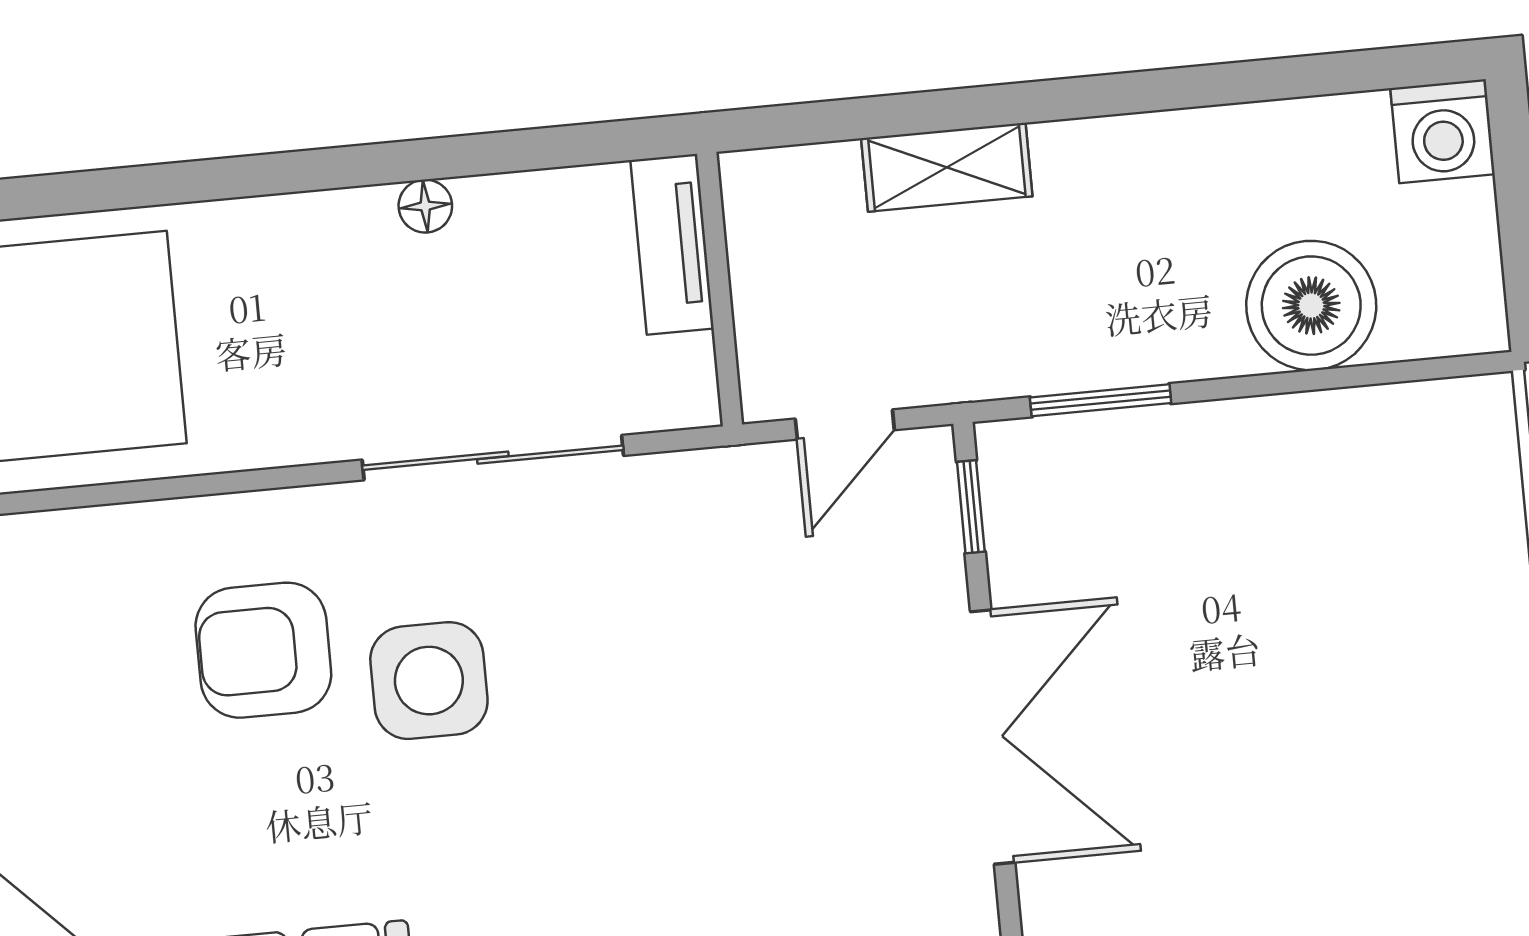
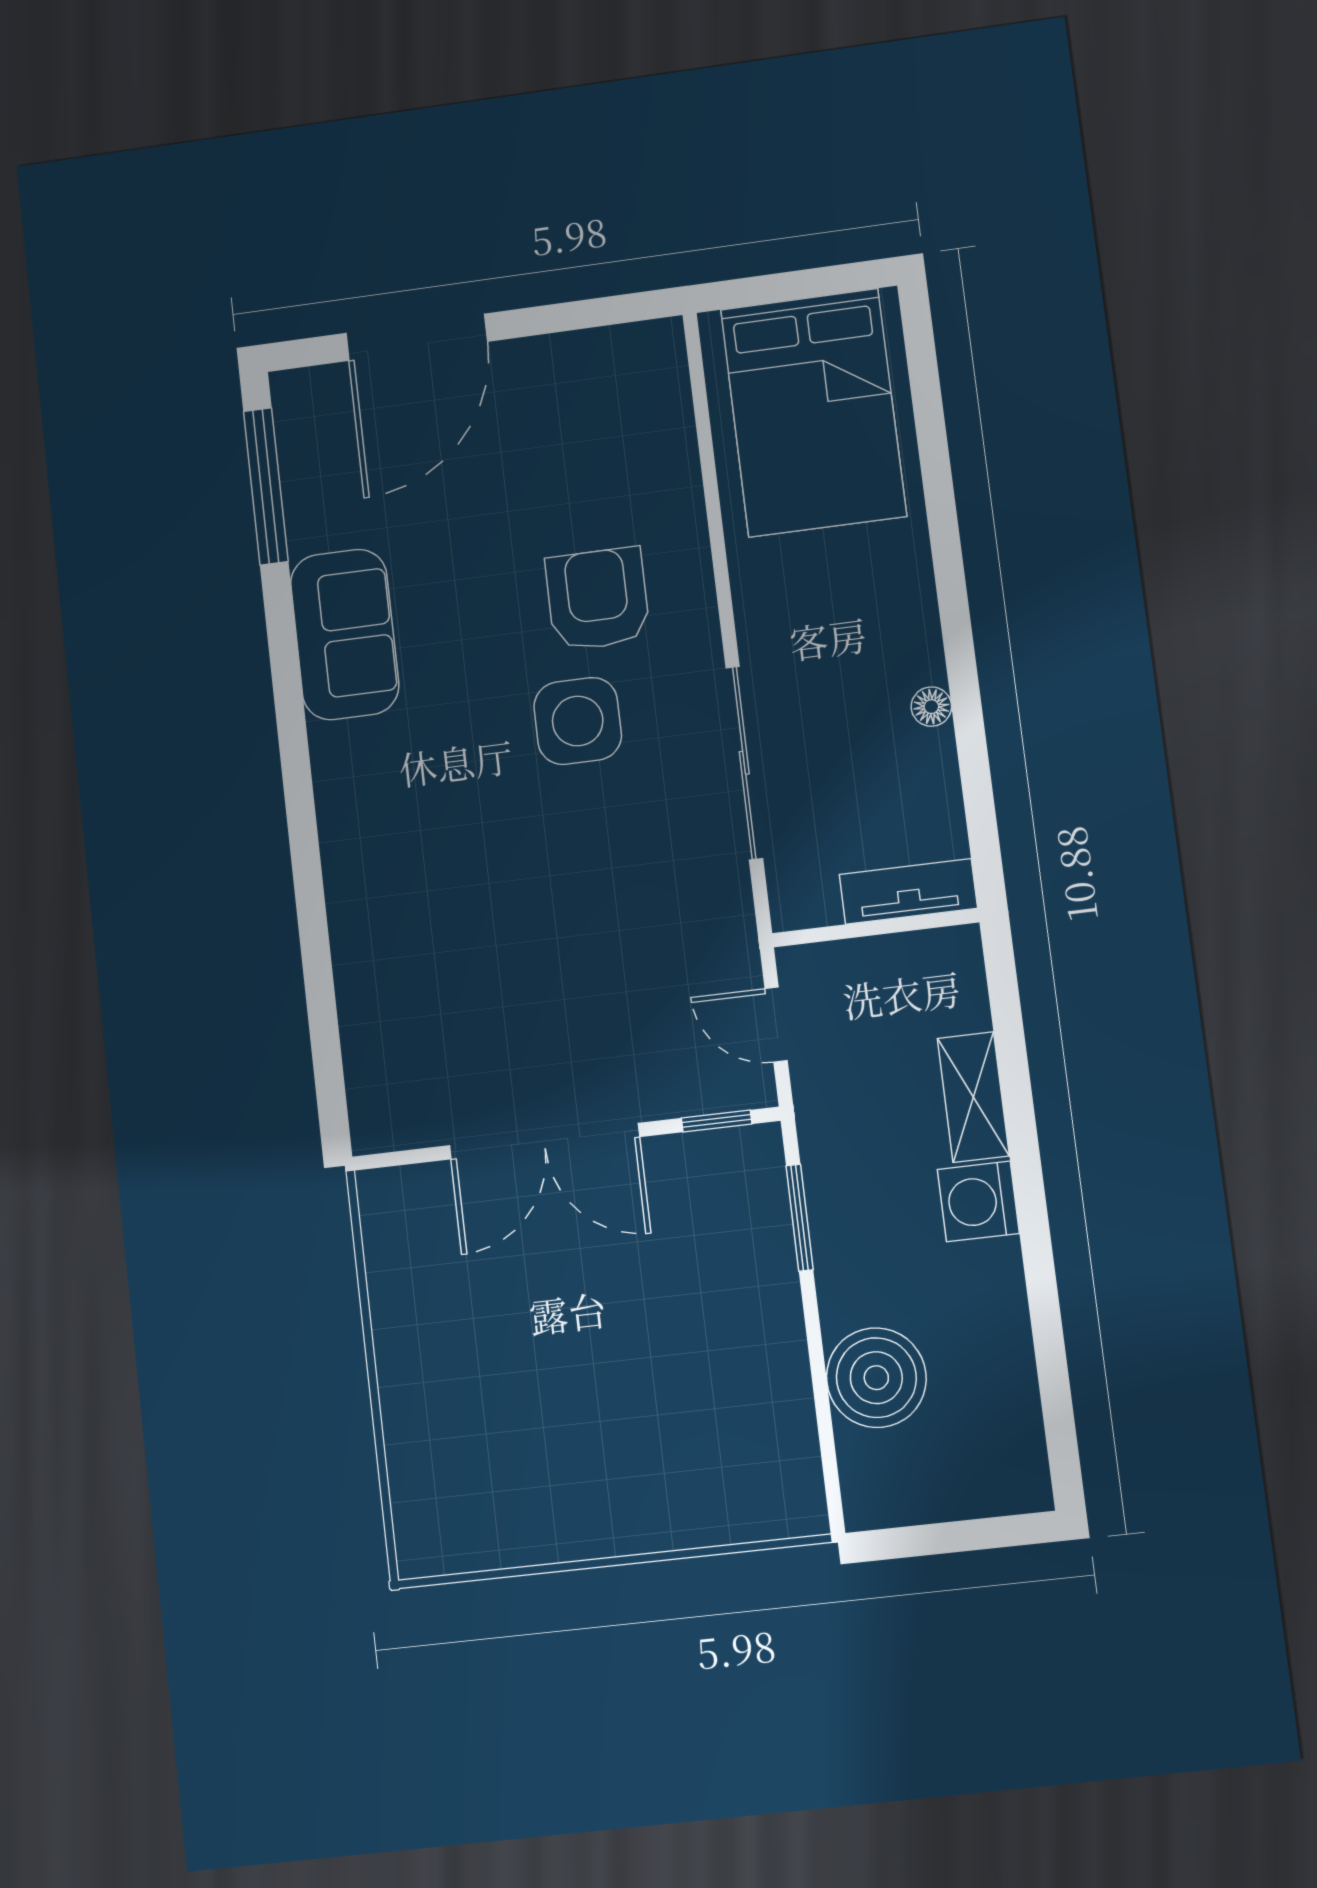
washing machine: (1443, 131) -> (978, 1201), moved

